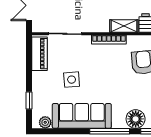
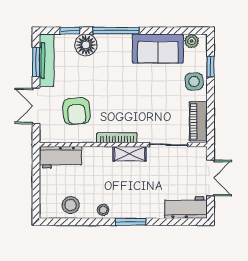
shelving: (124, 26) -> (130, 154), moved
side table: (72, 80) -> (194, 81), moved
sofa: (82, 116) -> (158, 49), width x0.73

